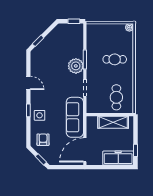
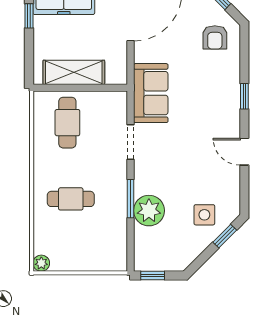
plant: (76, 66) -> (149, 211), moved
side table: (40, 115) -> (204, 215), moved
sofa: (75, 117) -> (151, 93), width x0.73

